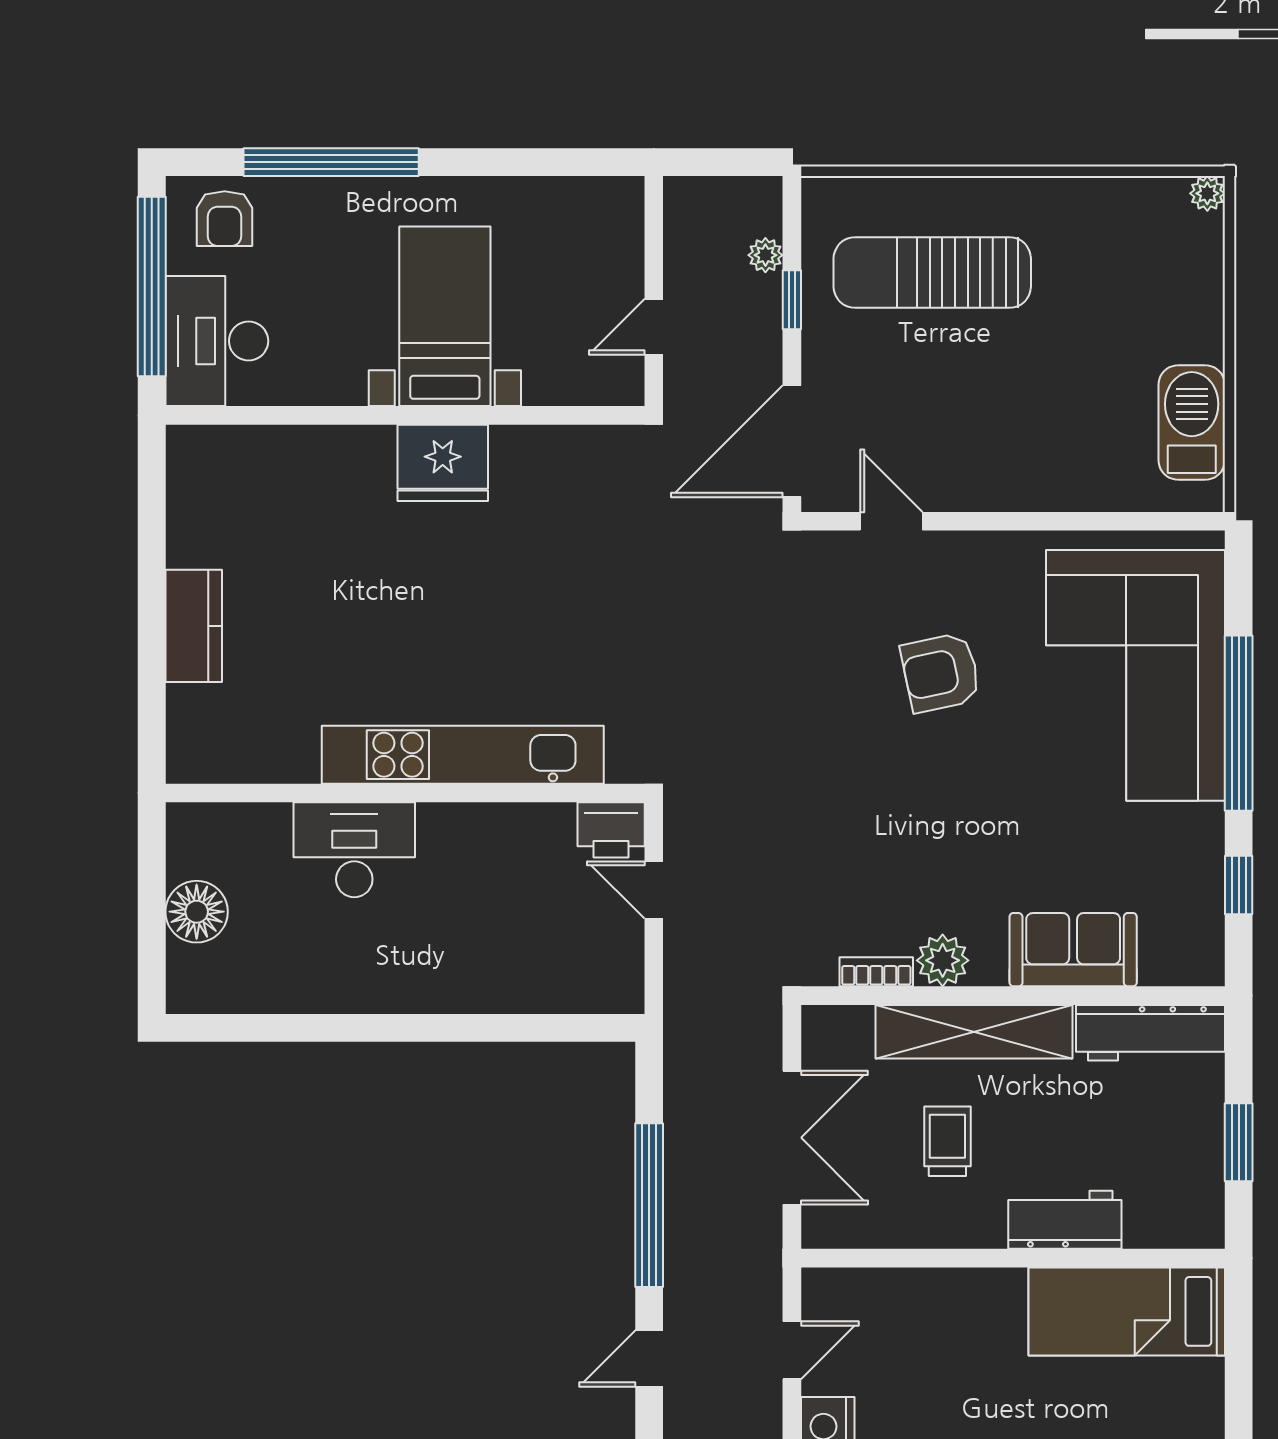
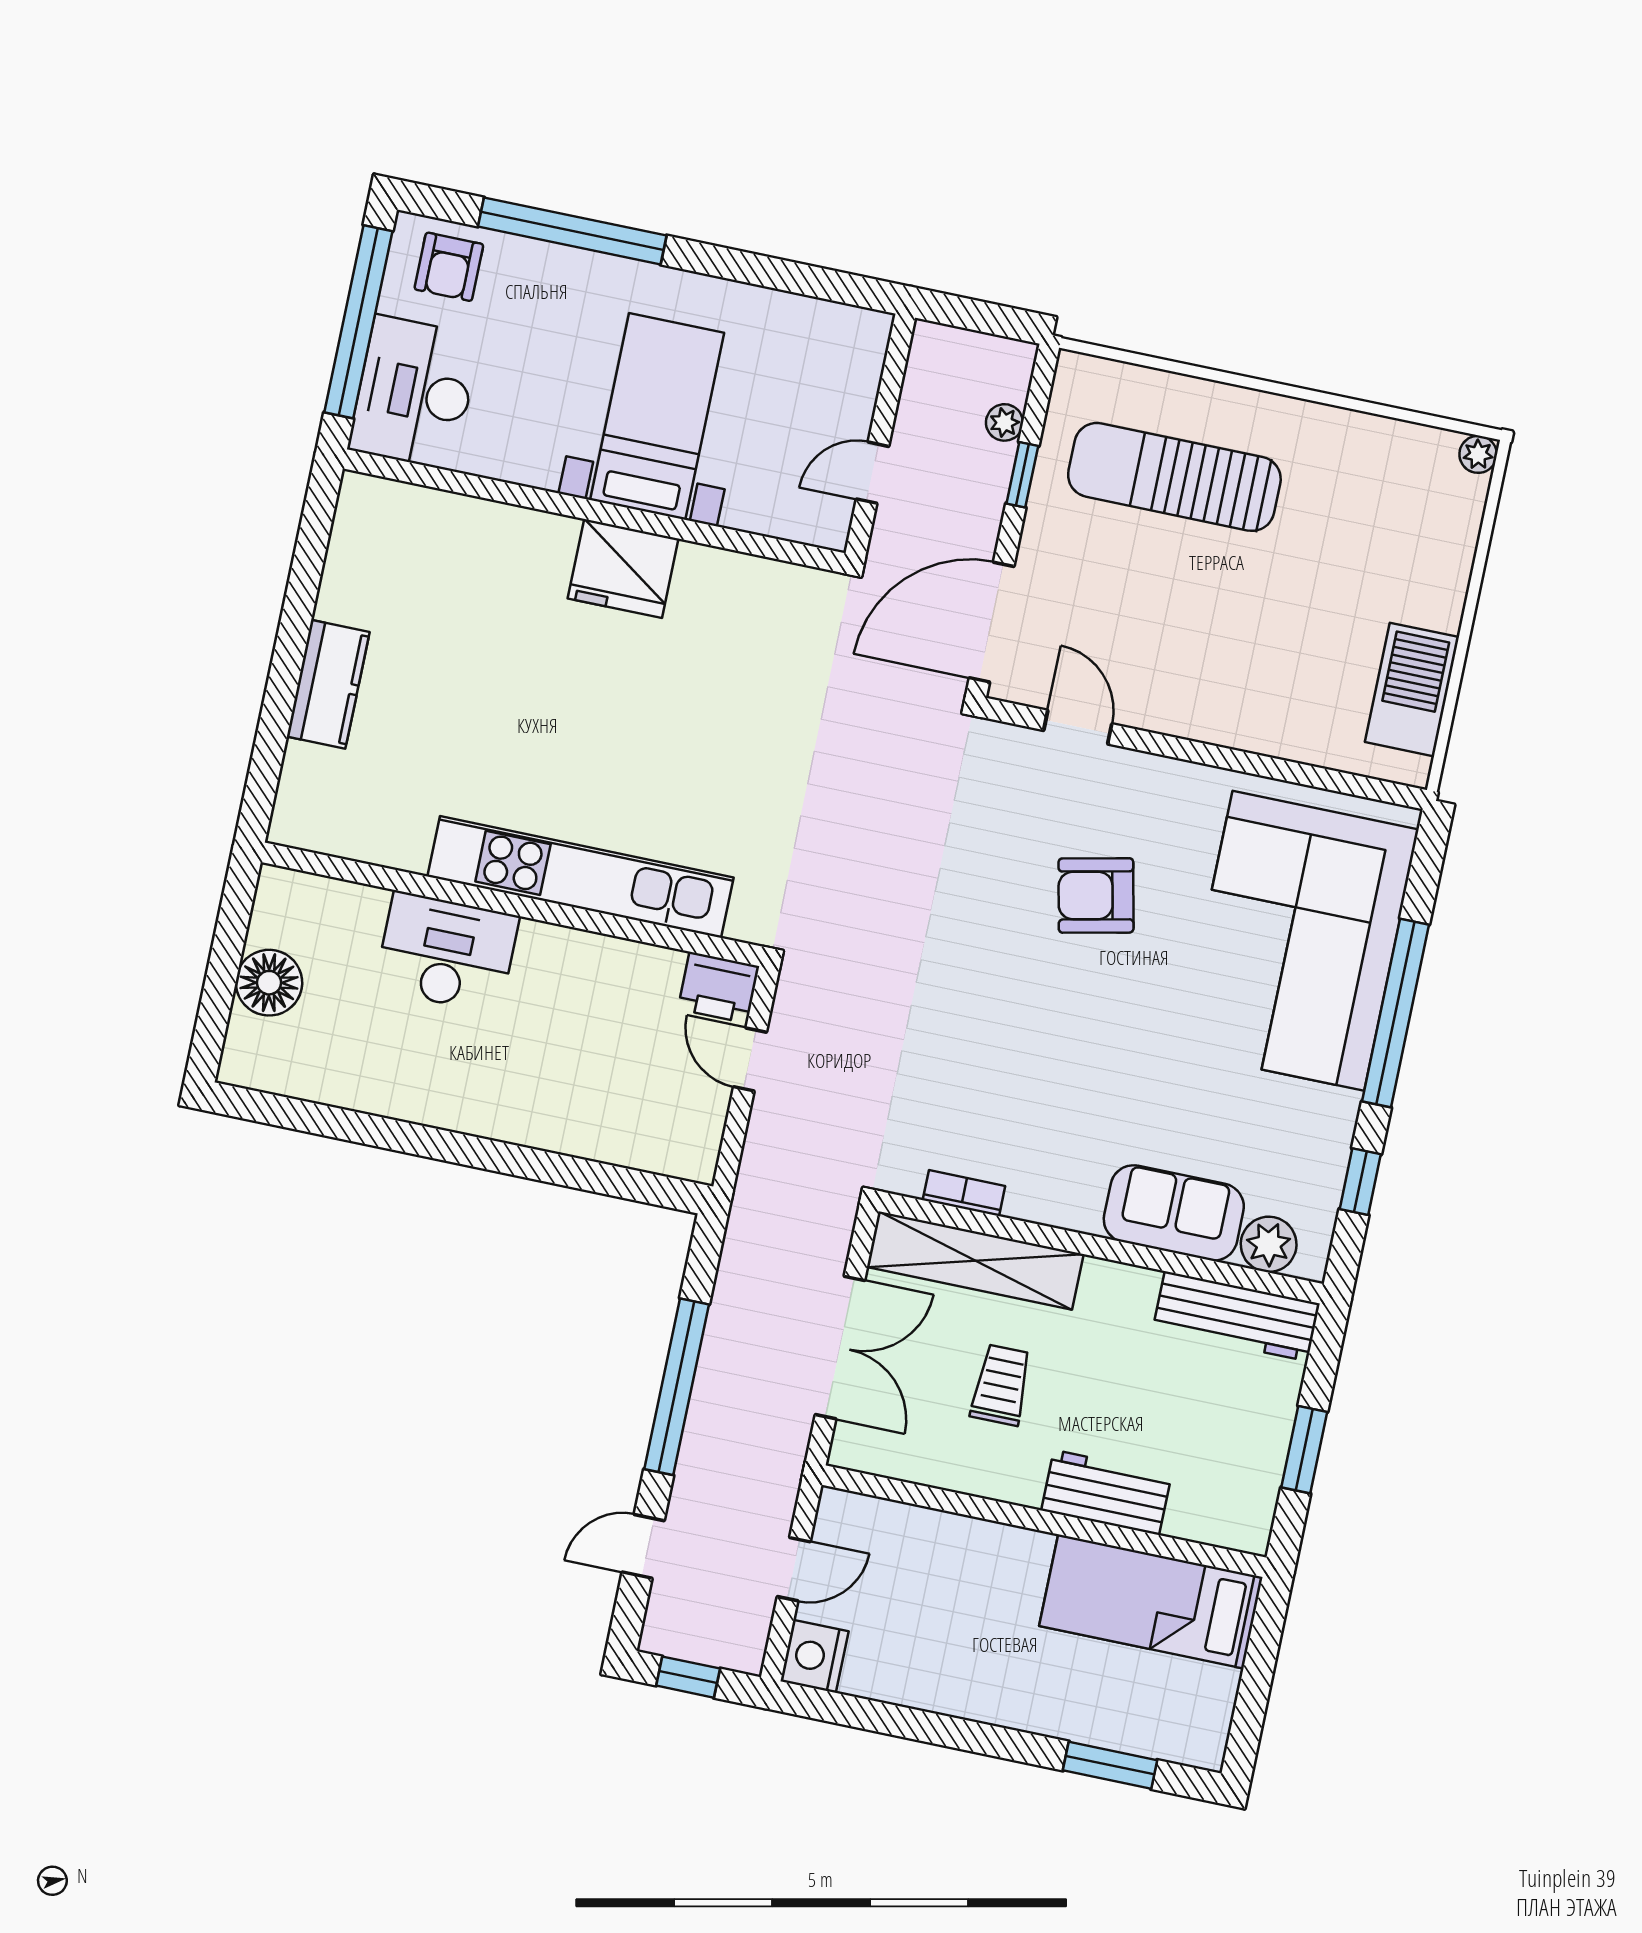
plant: (943, 960) -> (1269, 1244), moved
shelving: (974, 1032) -> (975, 1261), moved

